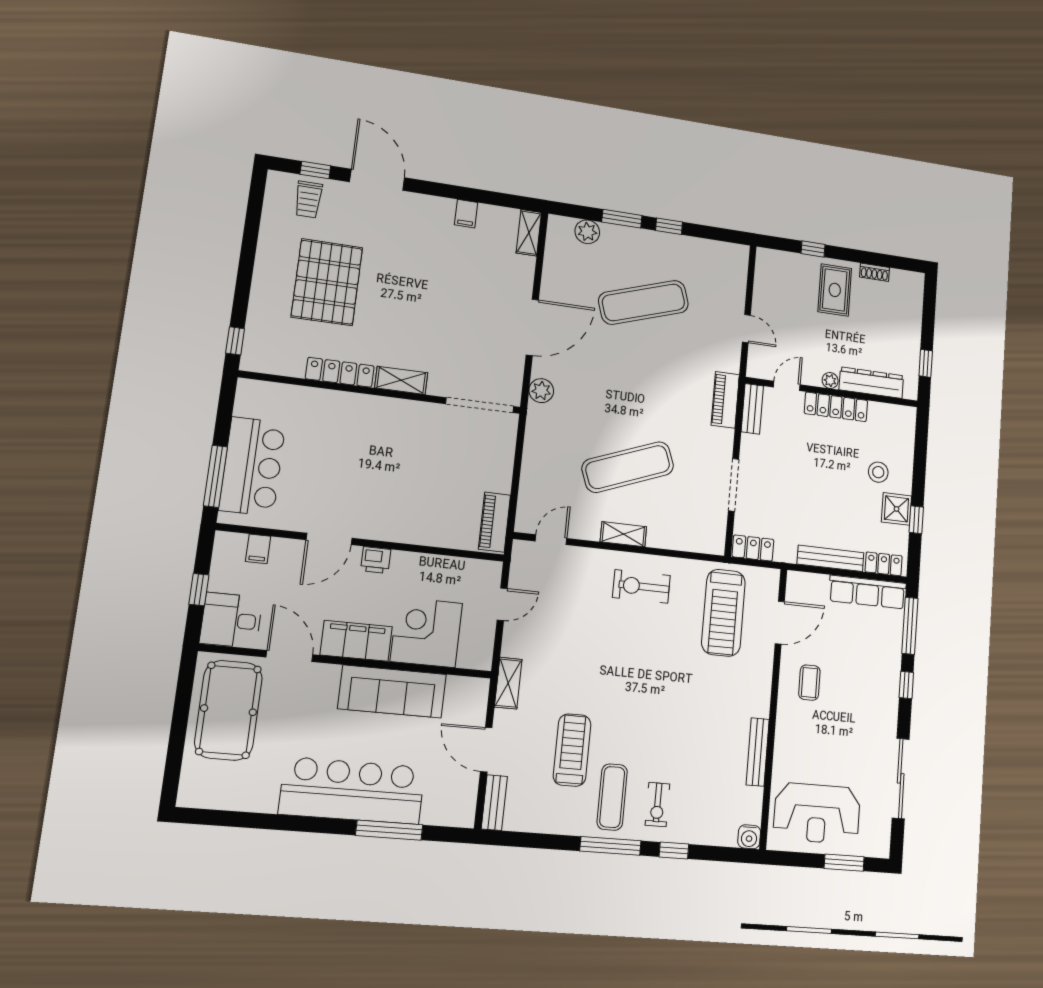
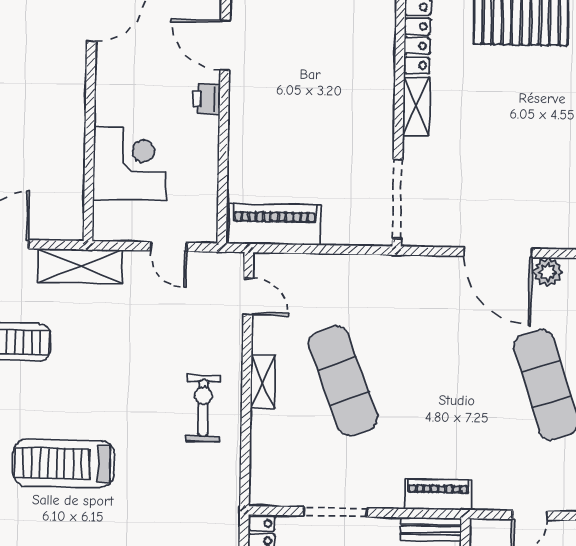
plant: (541, 391) -> (548, 272), moved
piano: (495, 522) -> (275, 224), width x1.37, depth x1.33
treadmill: (723, 613) -> (64, 463), moved
filing cabinet: (356, 641) -> (114, 87), removed
shelving: (508, 683) -> (80, 266), width x1.50, depth x1.33
sofa: (392, 691) -> (61, 133), removed

